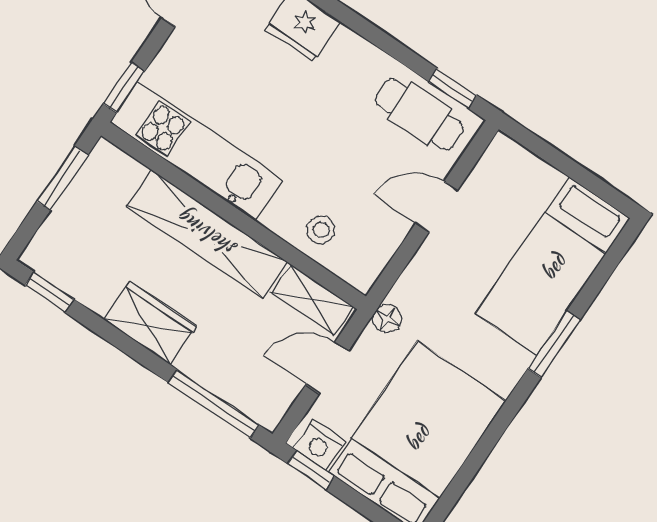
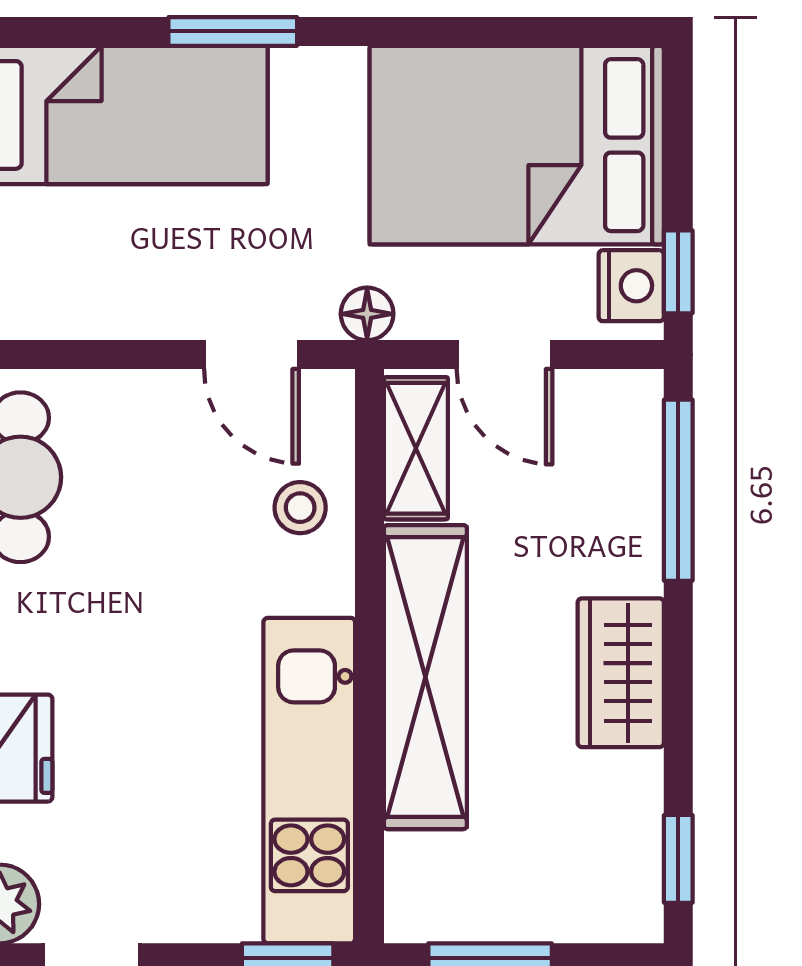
door: (437, 207) -> (251, 355), moved

